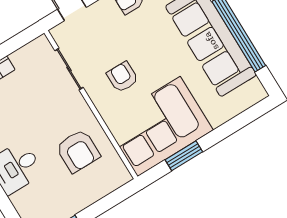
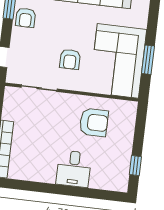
armchair: (122, 77) -> (70, 59), turned -90

